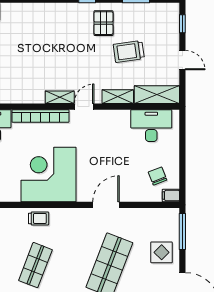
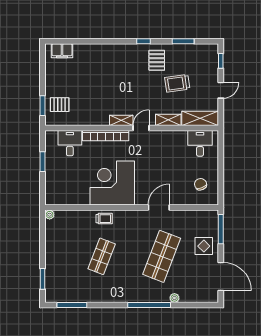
door: (182, 60) -> (221, 90), hinge flipped
desk: (151, 126) -> (200, 143), width x0.73
filing cabinet: (171, 196) -> (211, 200), removed

